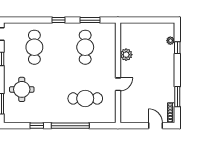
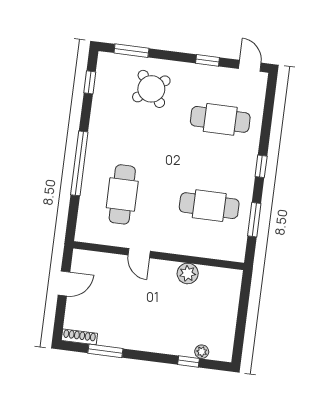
round table: (22, 89) -> (151, 89), turned -38
window: (37, 126) -> (90, 82), moved
door: (155, 126) -> (64, 284), moved

